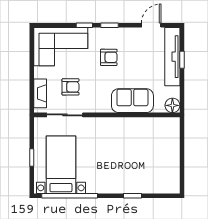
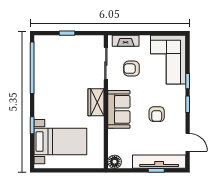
armchair: (109, 57) -> (157, 114), moved
armchair: (70, 87) -> (131, 69), turned 90
sofa: (132, 101) -> (119, 109), moved
wardrobe: (107, 126) -> (96, 102), added
bed with nightstands: (61, 165) -> (60, 142), moved

